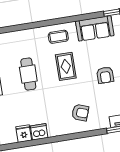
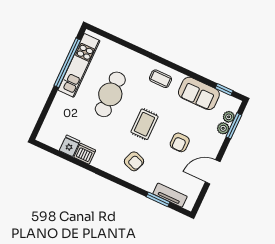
rug: (66, 66) -> (144, 124), moved
cafe table: (28, 74) -> (110, 94), width x1.37, depth x1.35

